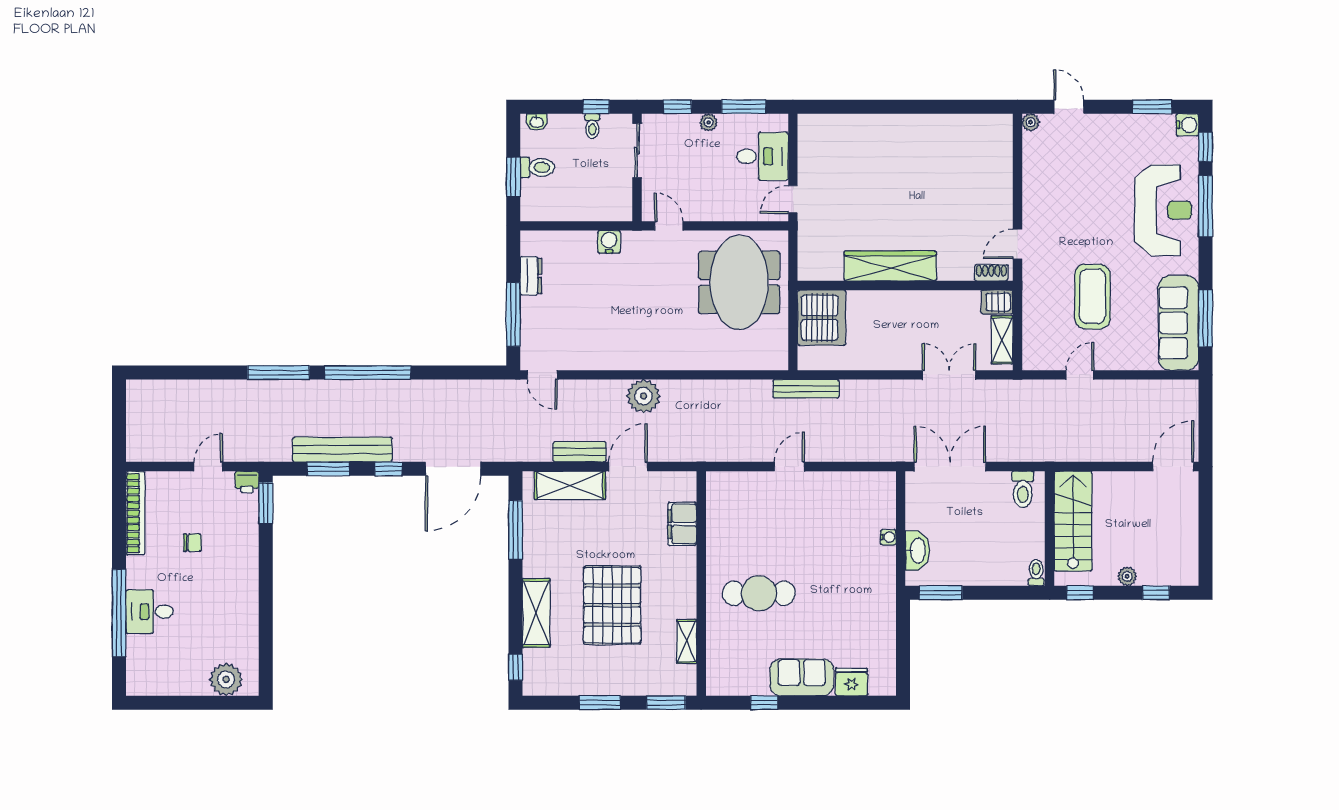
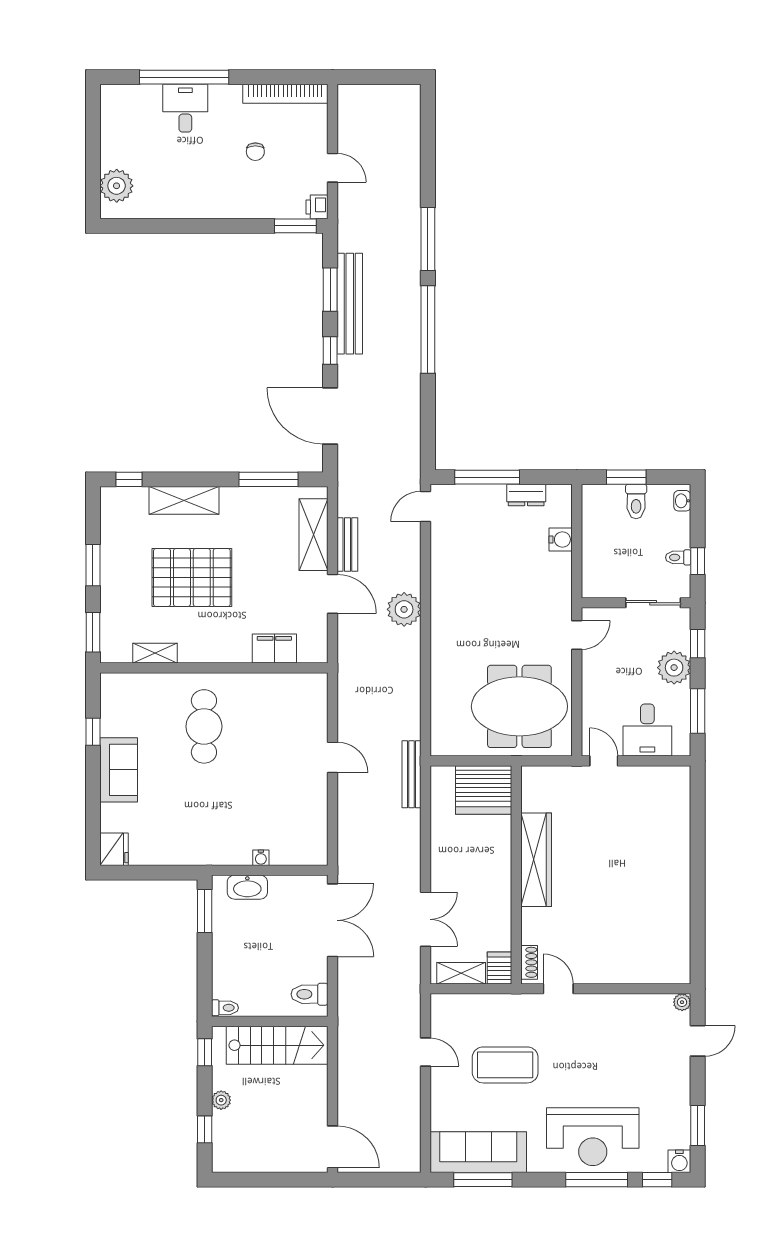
plant: (709, 122) -> (674, 668), width x1.88, depth x1.88
water cooler: (609, 242) -> (561, 539), moved
fridge: (852, 682) -> (114, 849), moved

